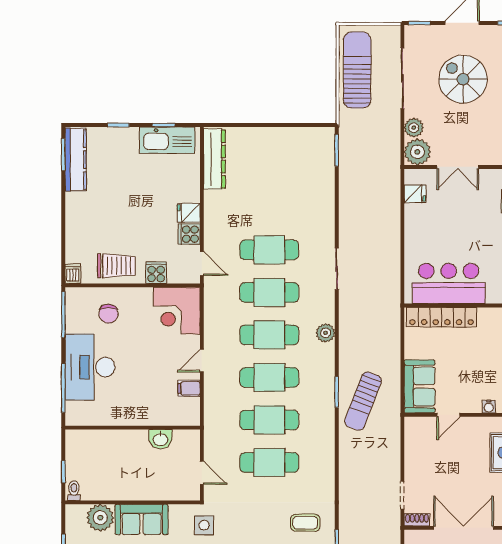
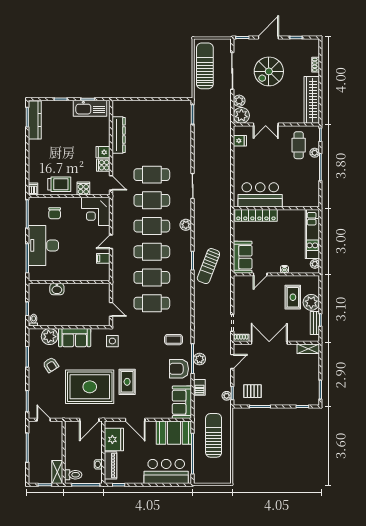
spiral stairs: (463, 79) -> (269, 71), turned -90
dresser: (215, 159) -> (119, 135), moved
washbasin: (160, 439) -> (57, 289), moved

